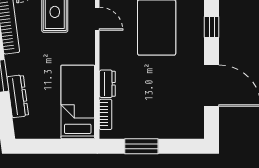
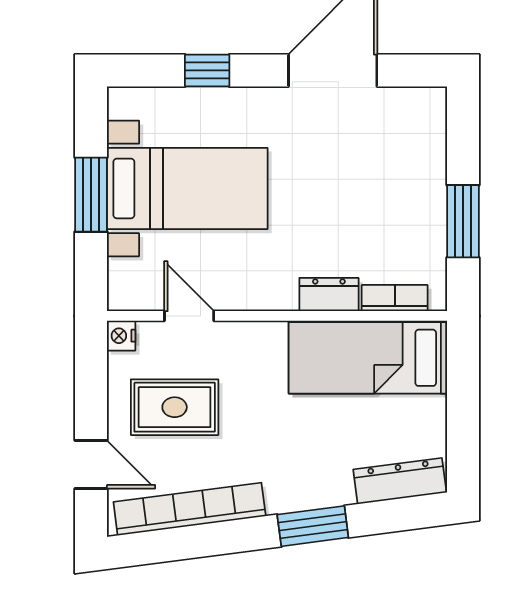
door: (97, 19) -> (189, 316), hinge flipped
dresser: (18, 96) -> (400, 481), moved

